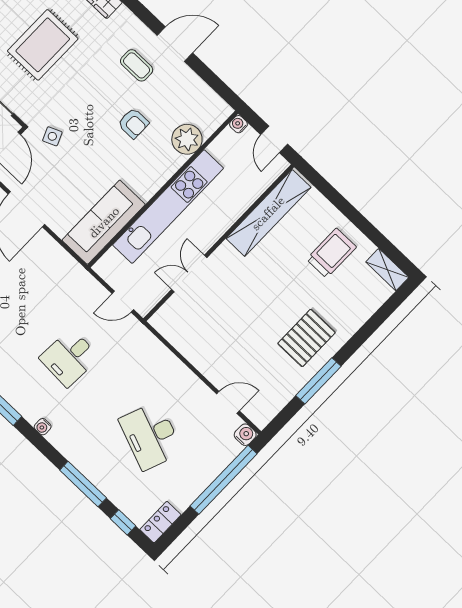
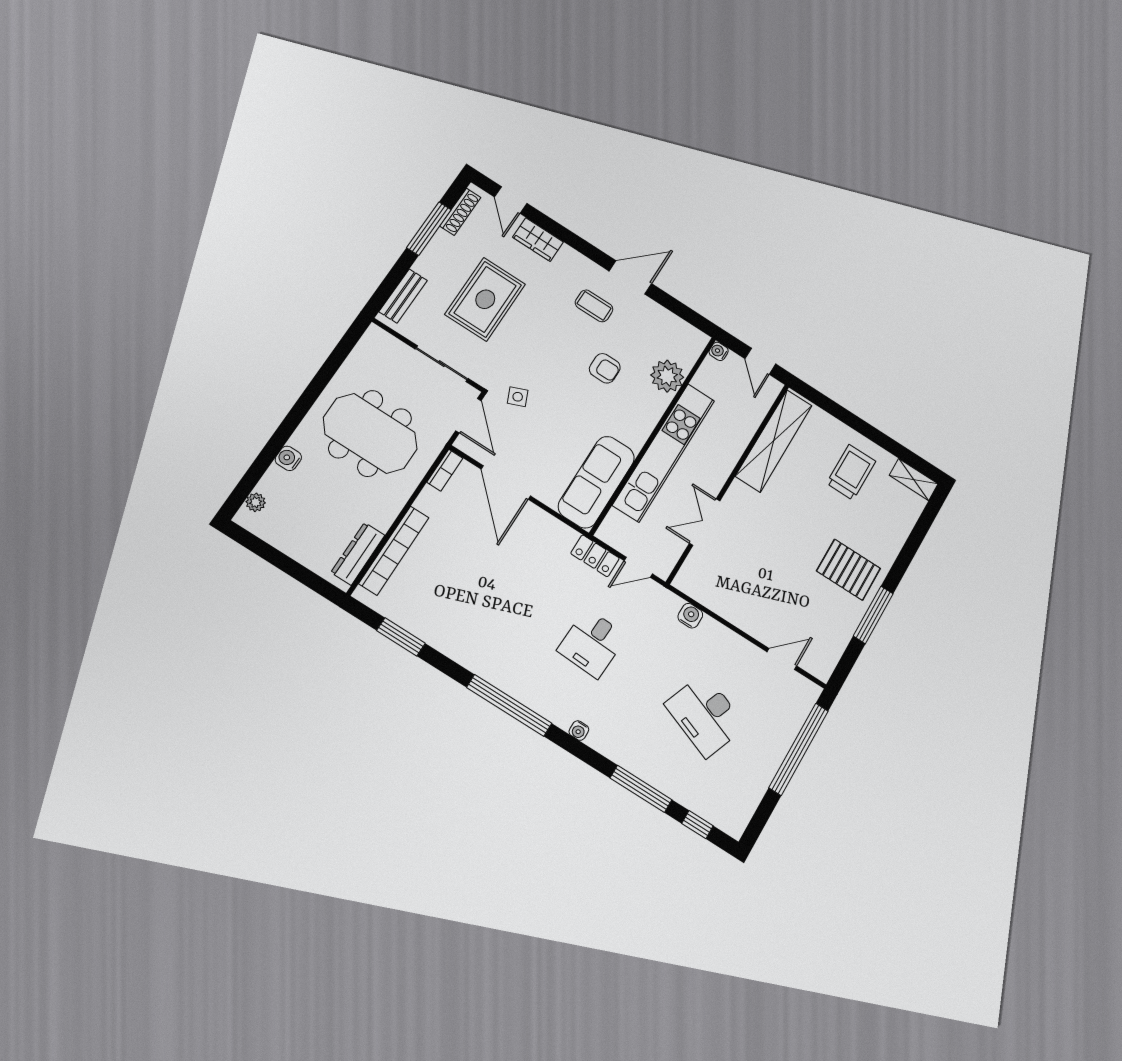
pallet: (307, 338) -> (848, 570), turned 90
water cooler: (245, 435) -> (690, 616), moved
locker: (160, 522) -> (595, 556), moved, turned -90

